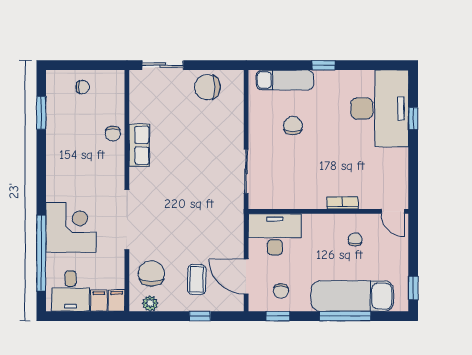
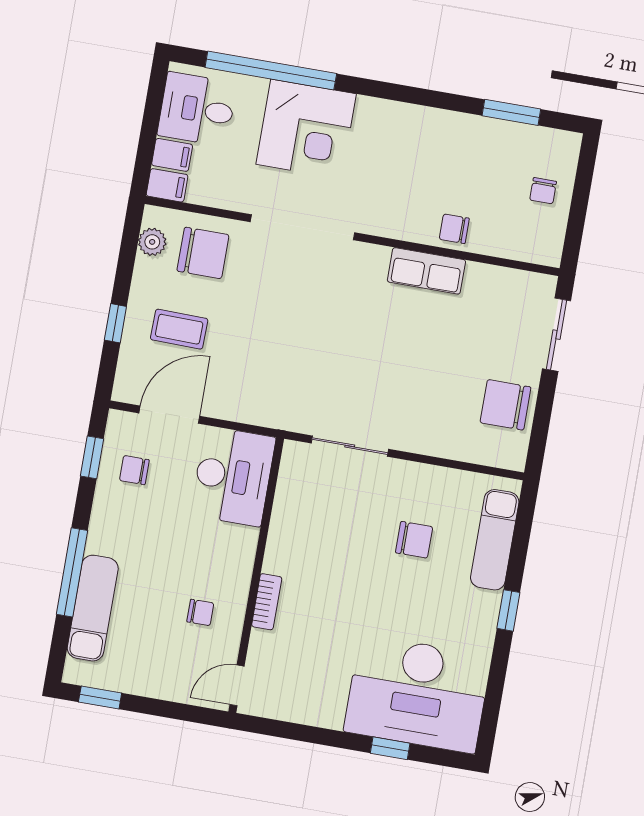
chair: (207, 87) -> (505, 405), turned -90
exam couch: (352, 296) -> (93, 608), width x0.73, depth x0.69

